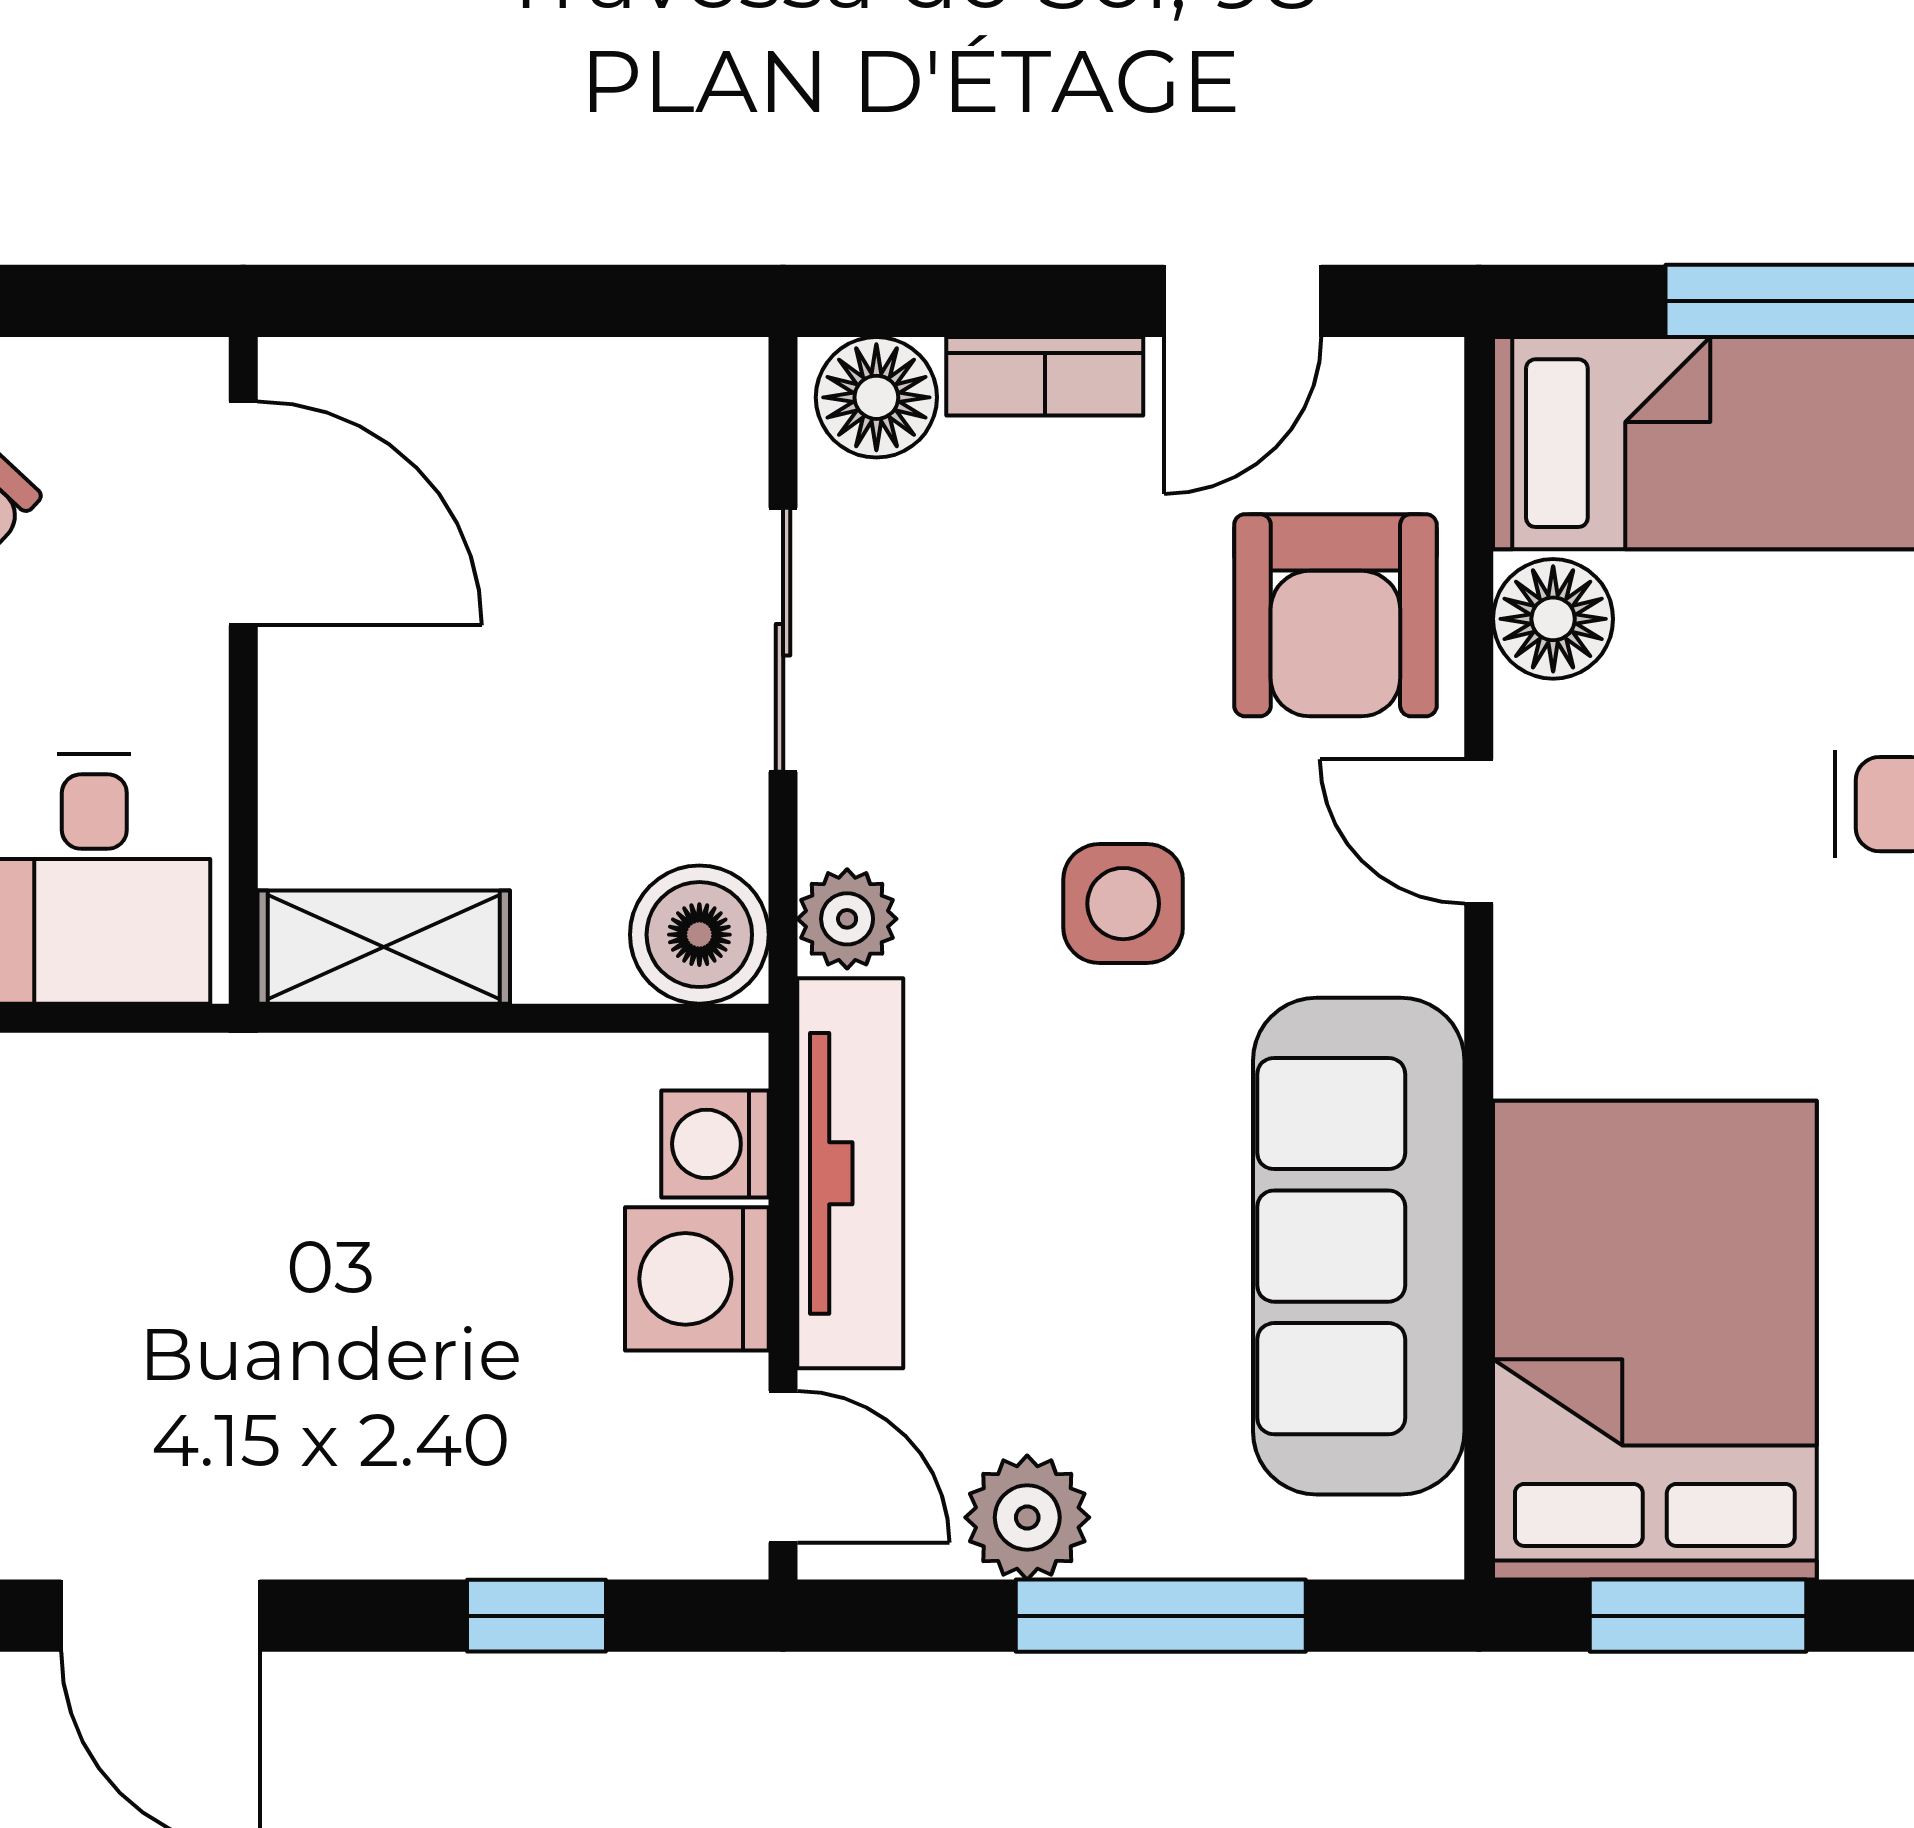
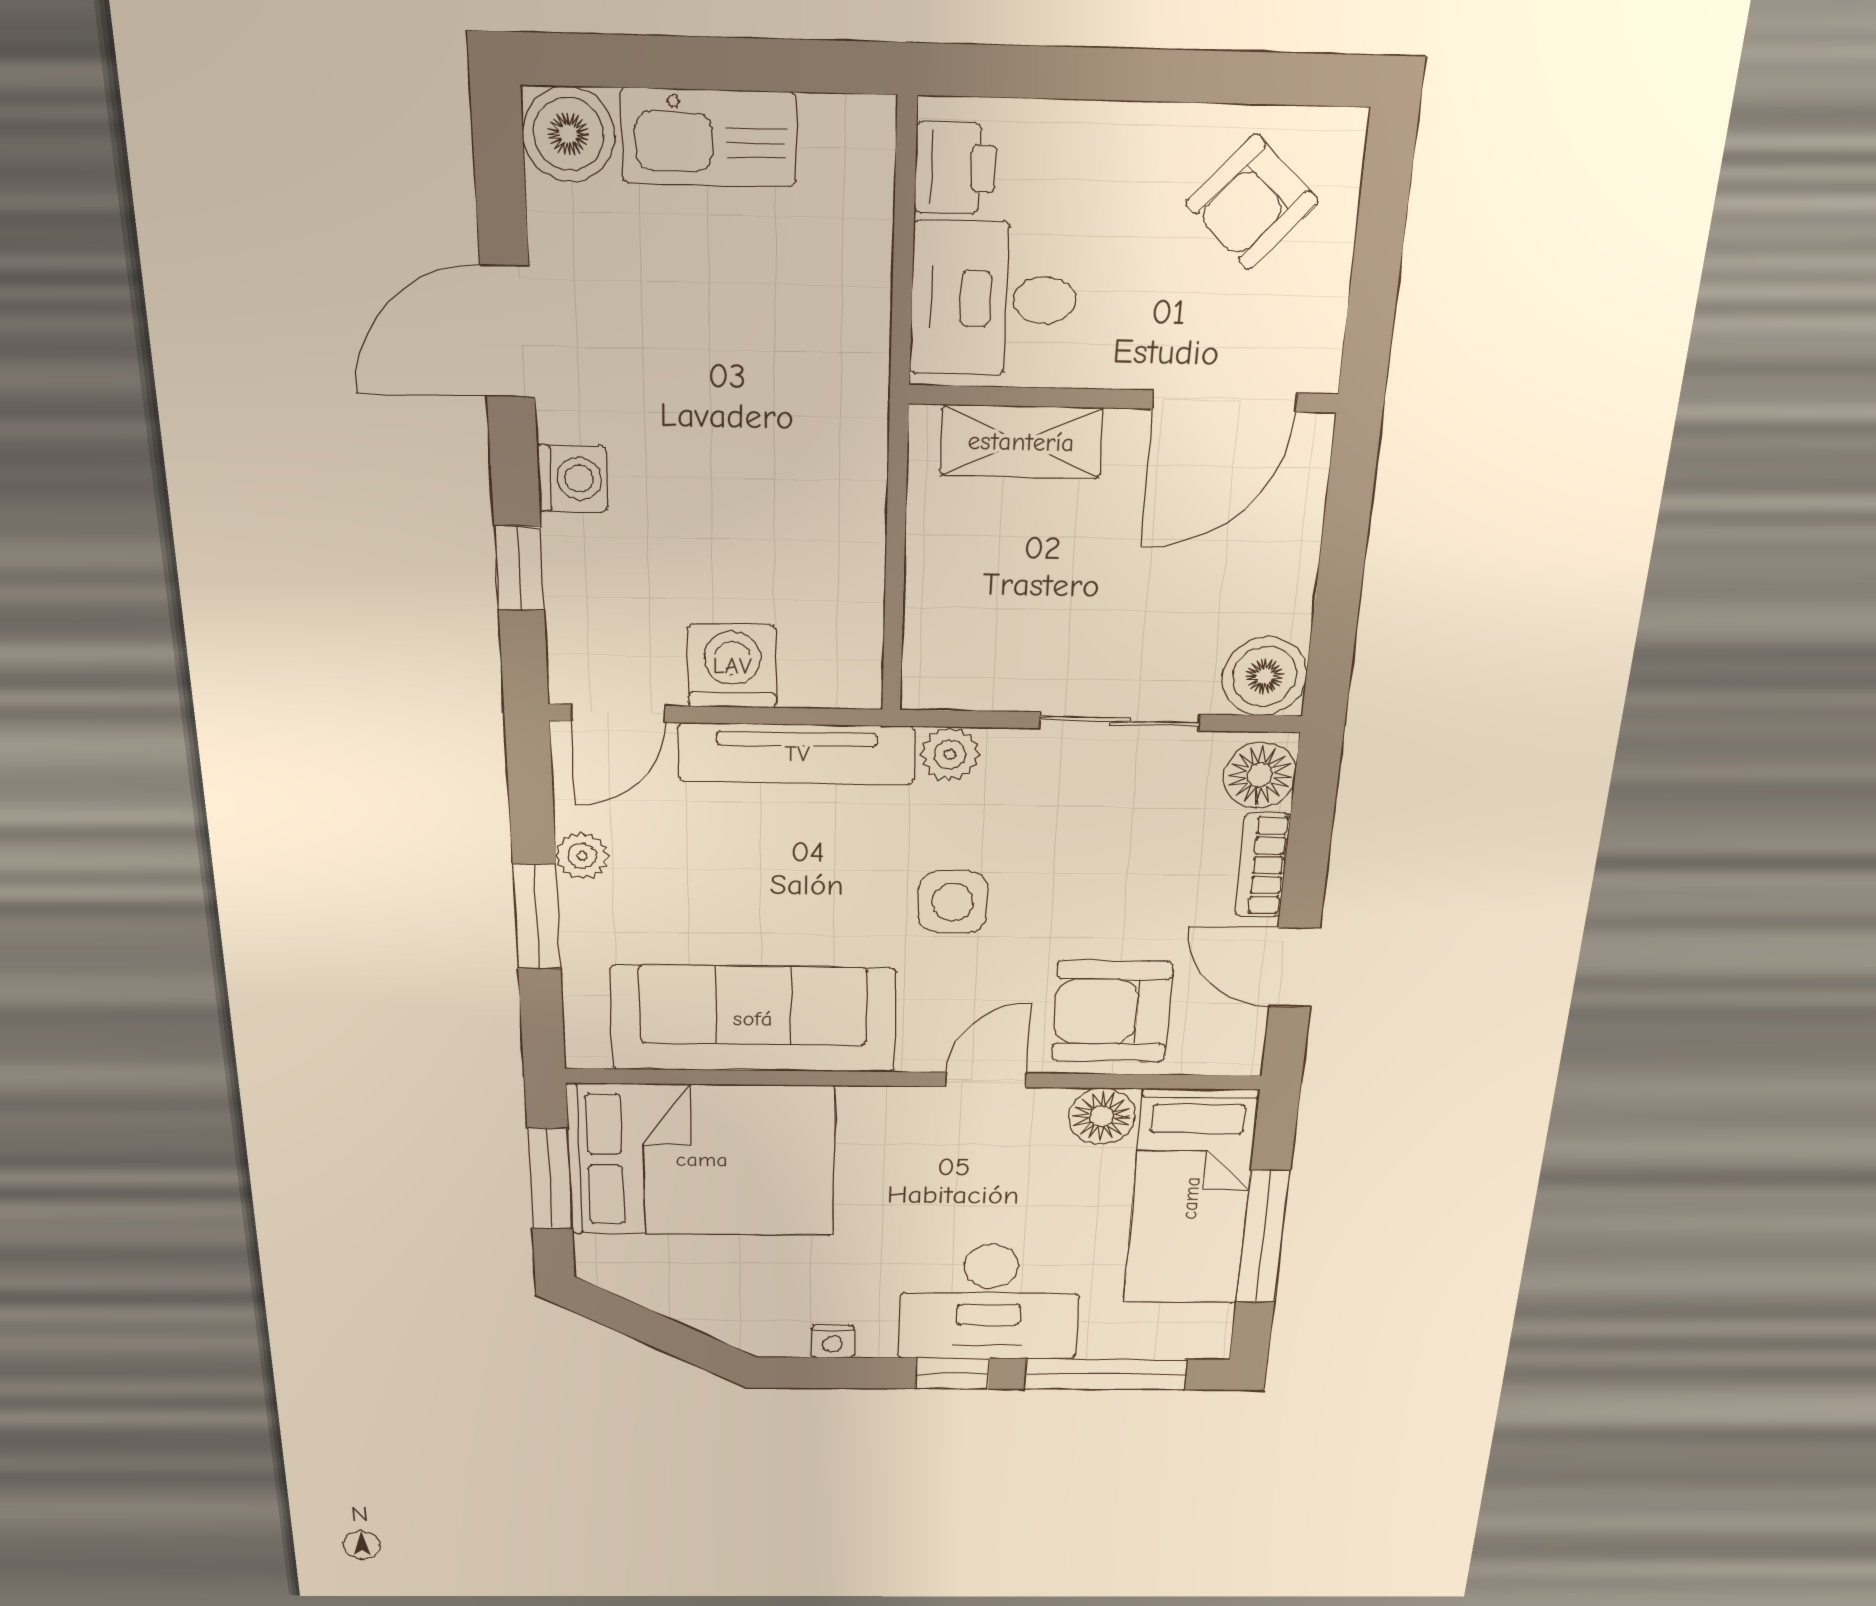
boiler: (699, 935) -> (1265, 676), moved
shelving: (384, 947) -> (1021, 442), moved, turned 90
washing machine: (715, 1144) -> (572, 479), moved, turned 90
plant: (1027, 1517) -> (582, 856), width x0.73, depth x0.73
window: (1161, 1616) -> (537, 916), width x0.69

